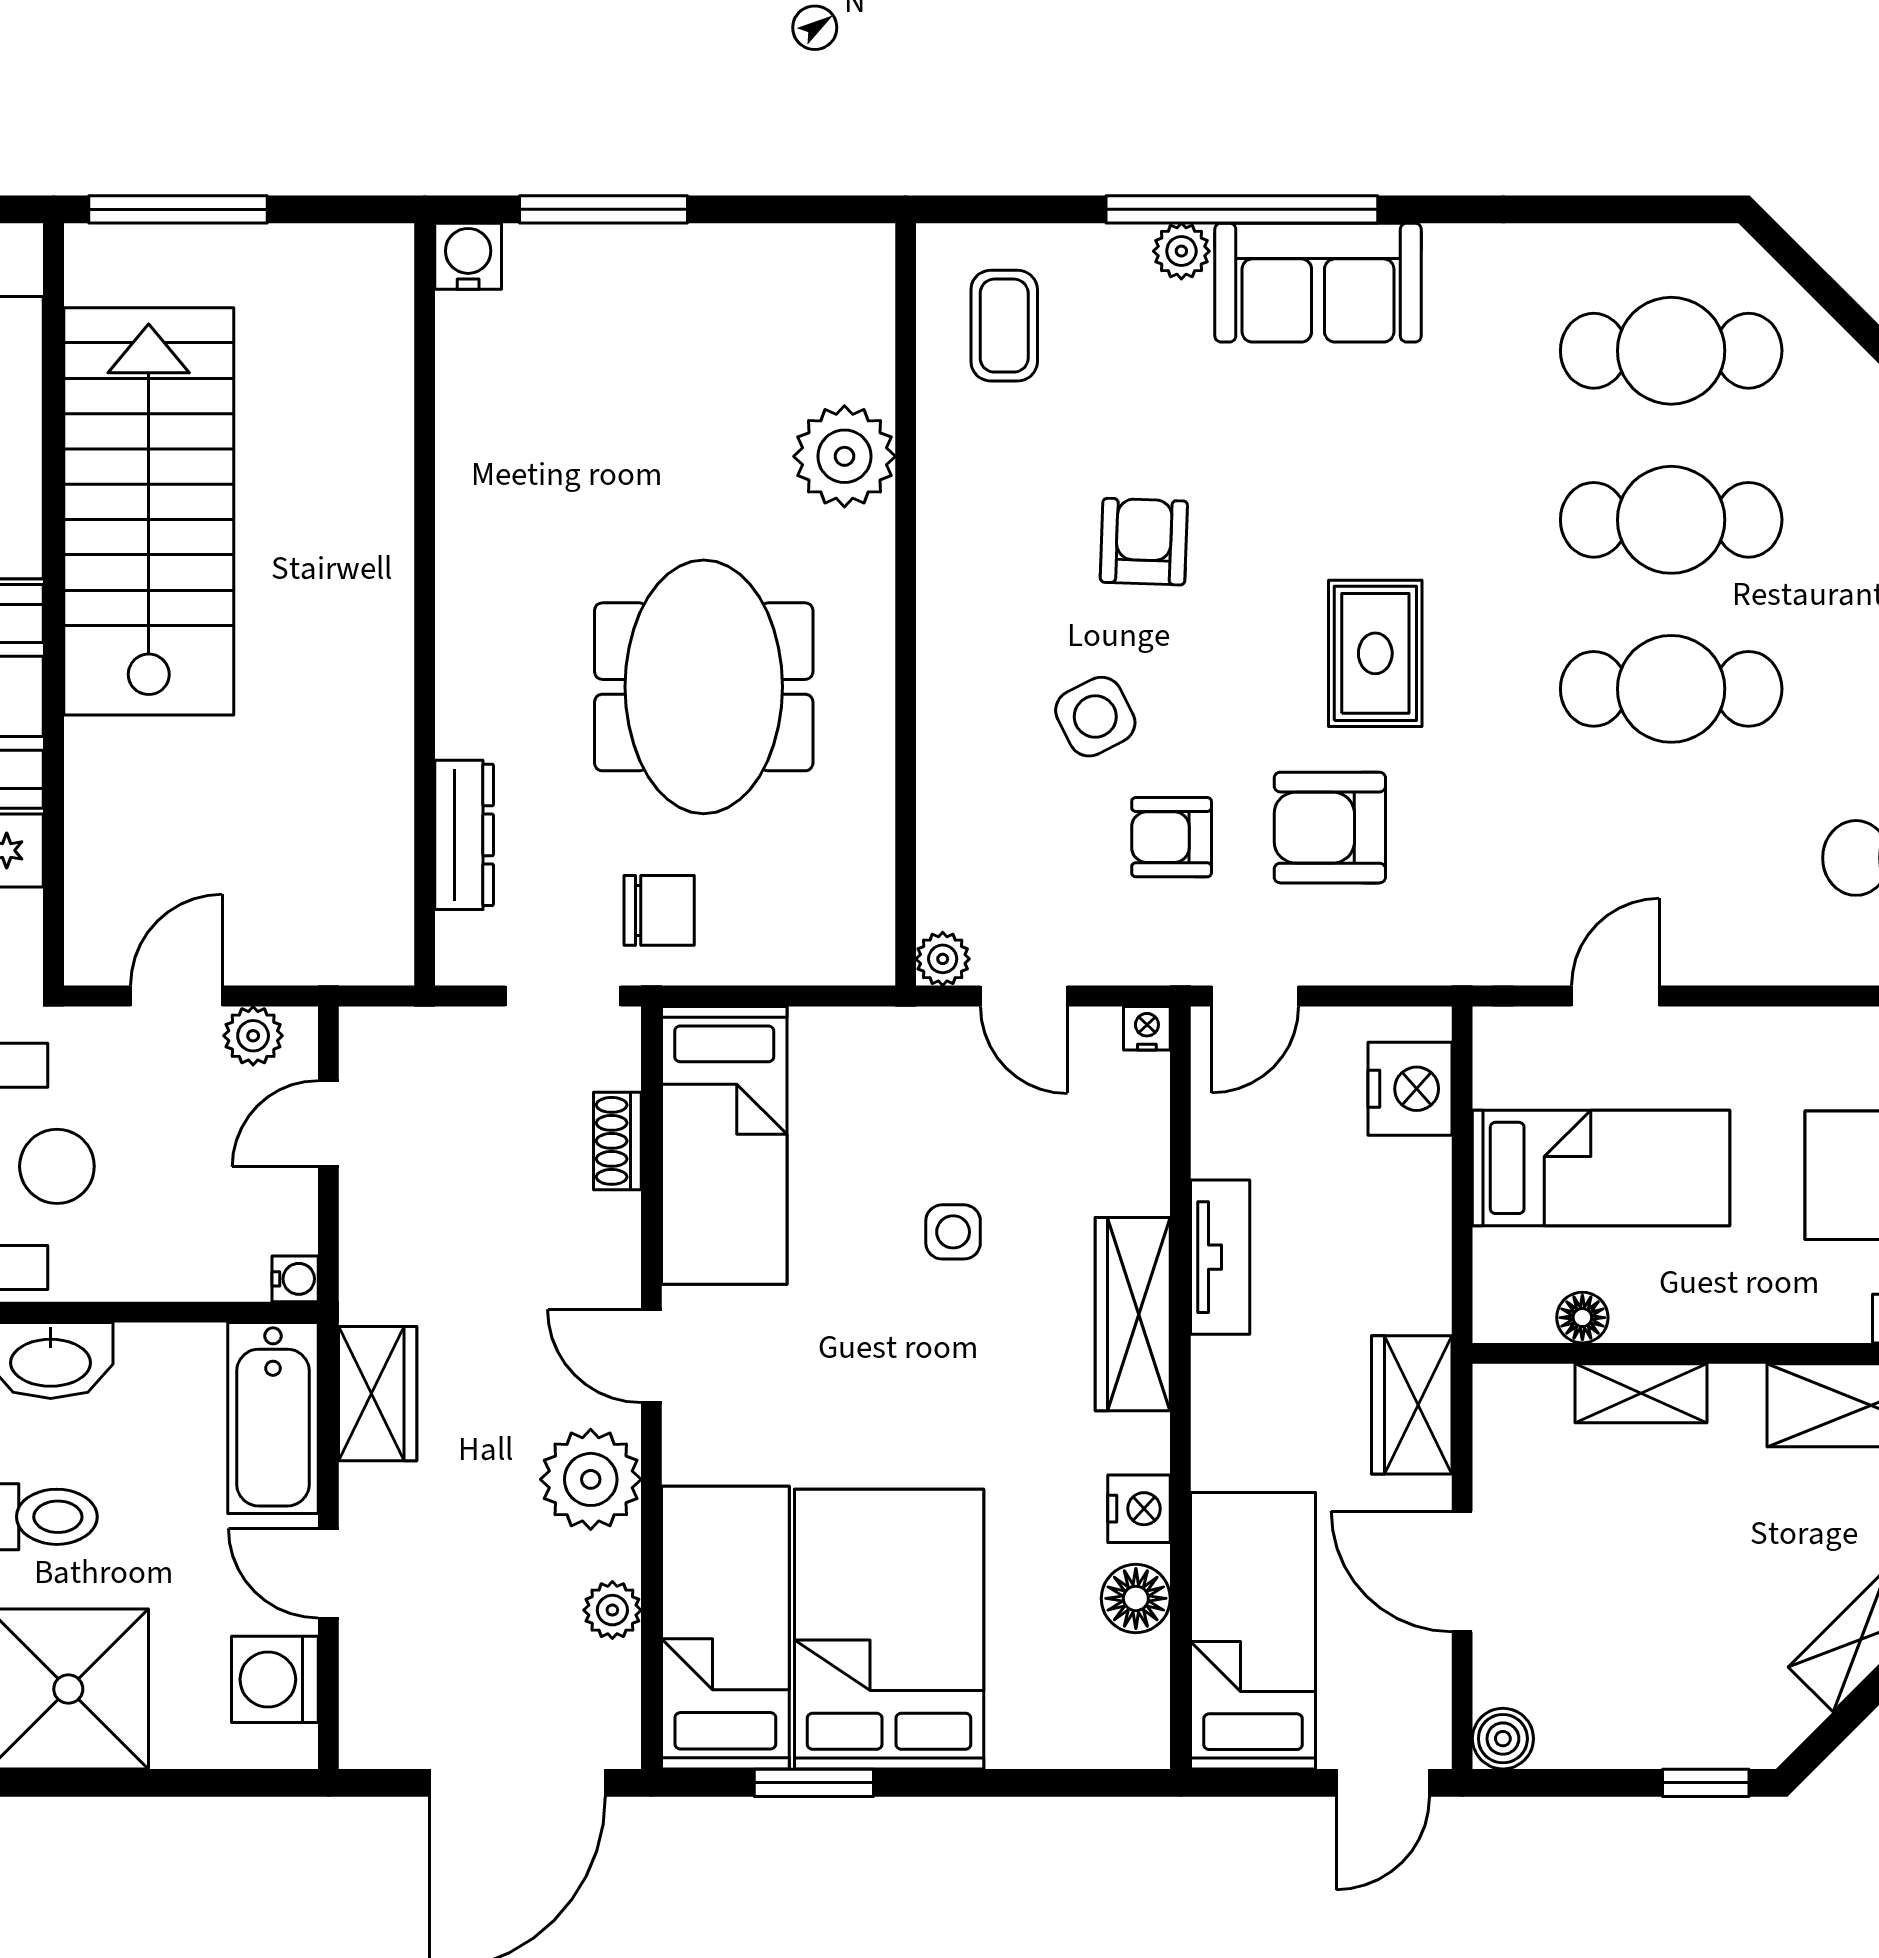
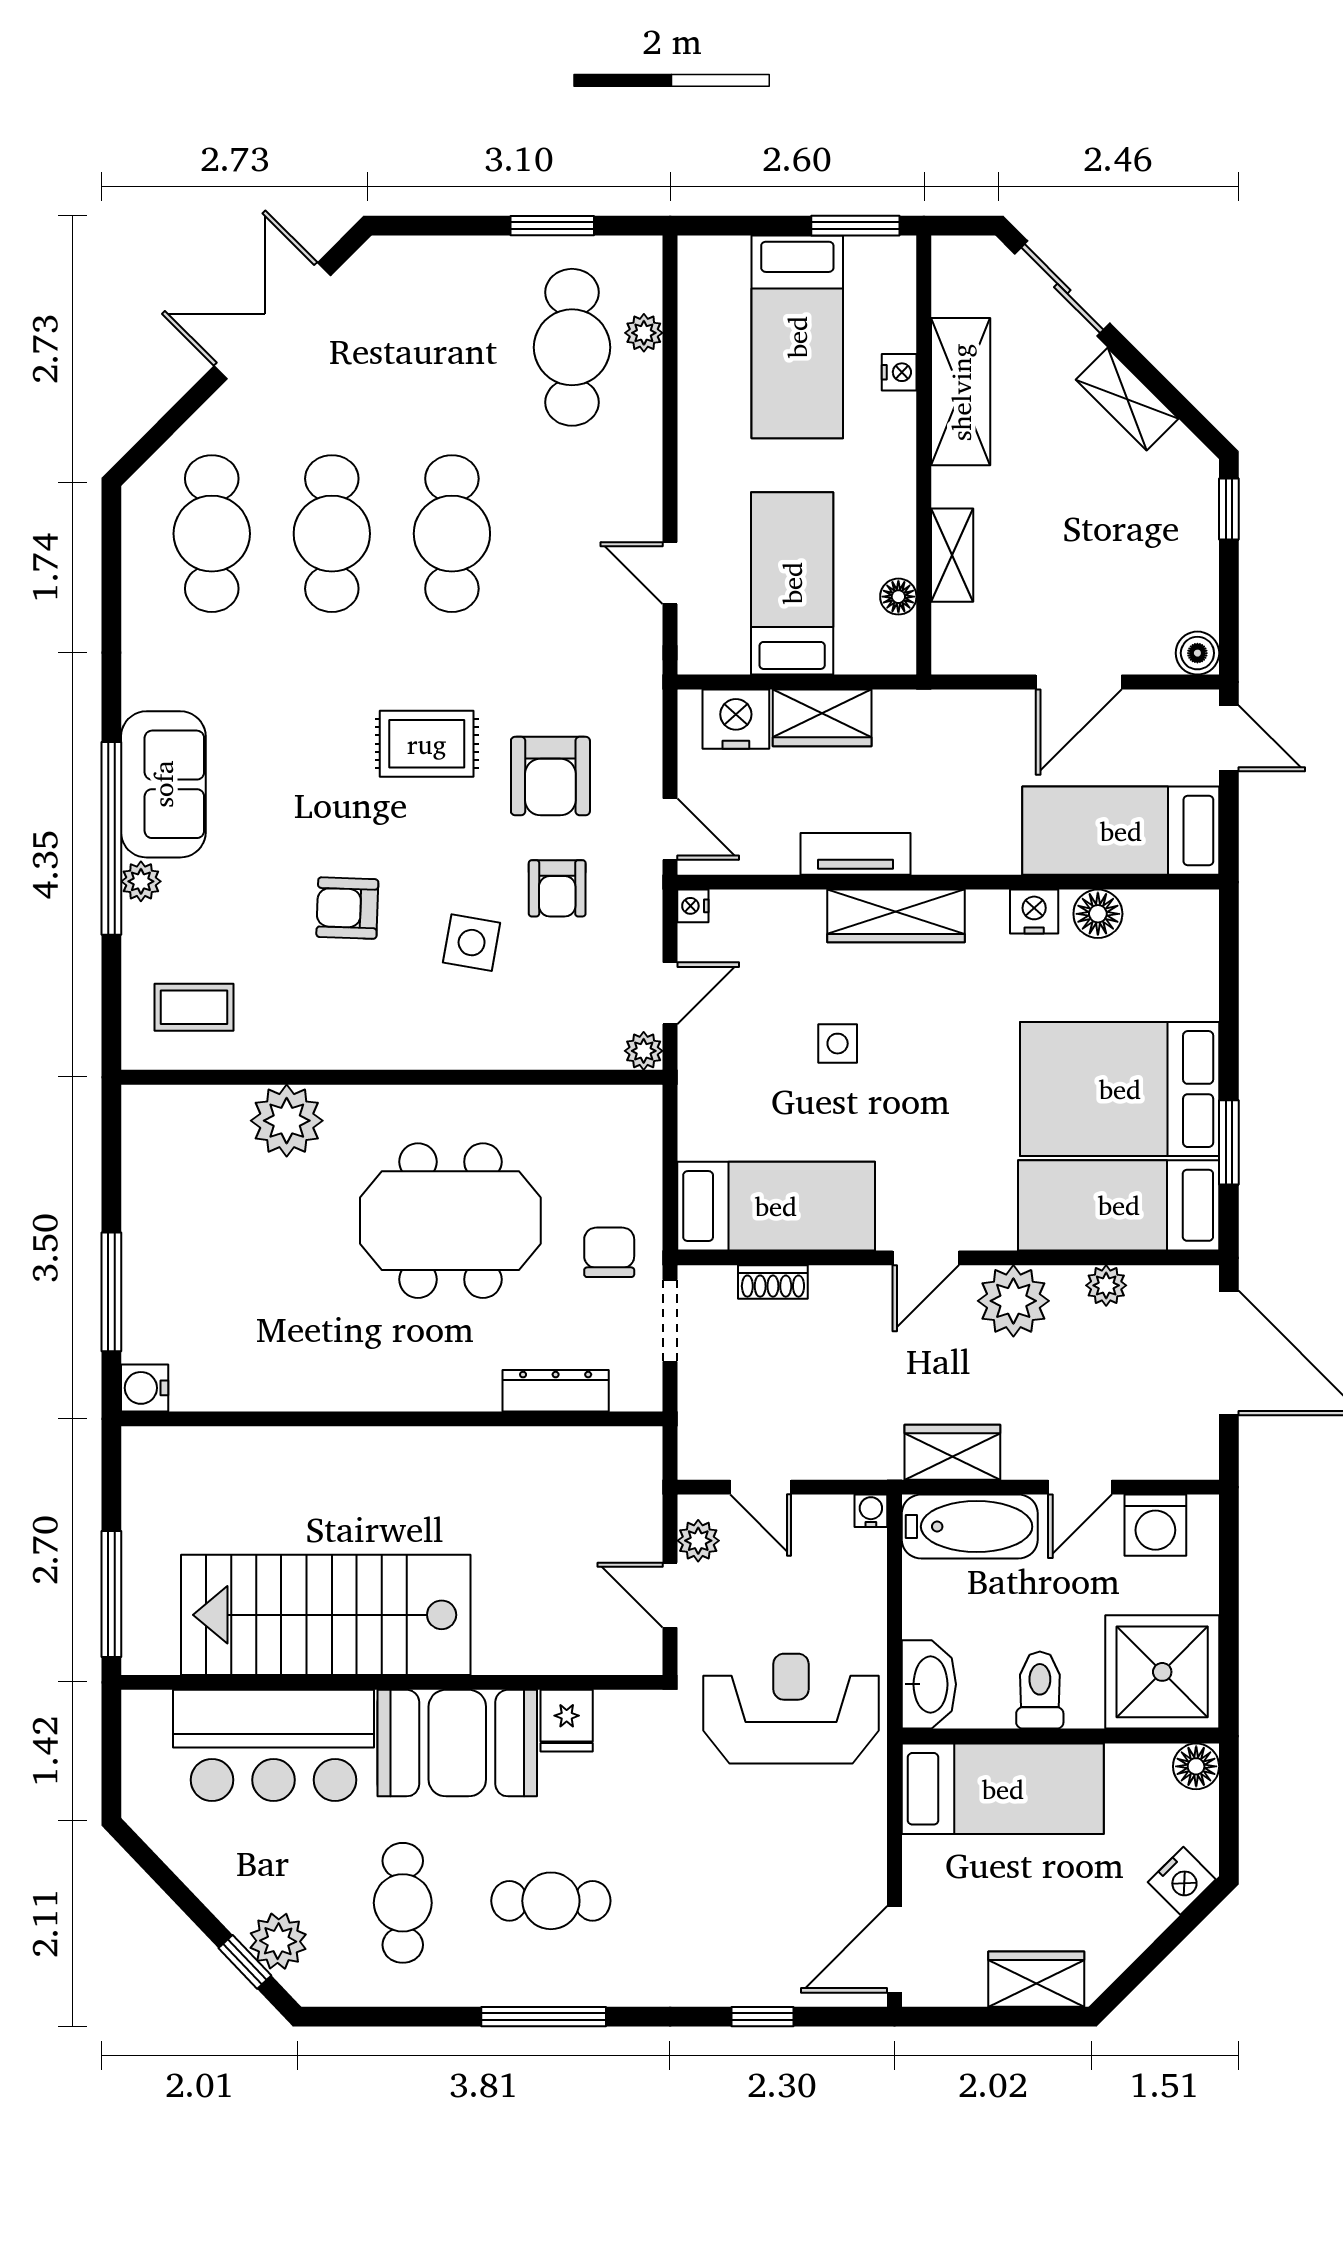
side table: (1095, 717) -> (472, 943), turned 37
wardrobe: (1412, 1405) -> (822, 718), moved

